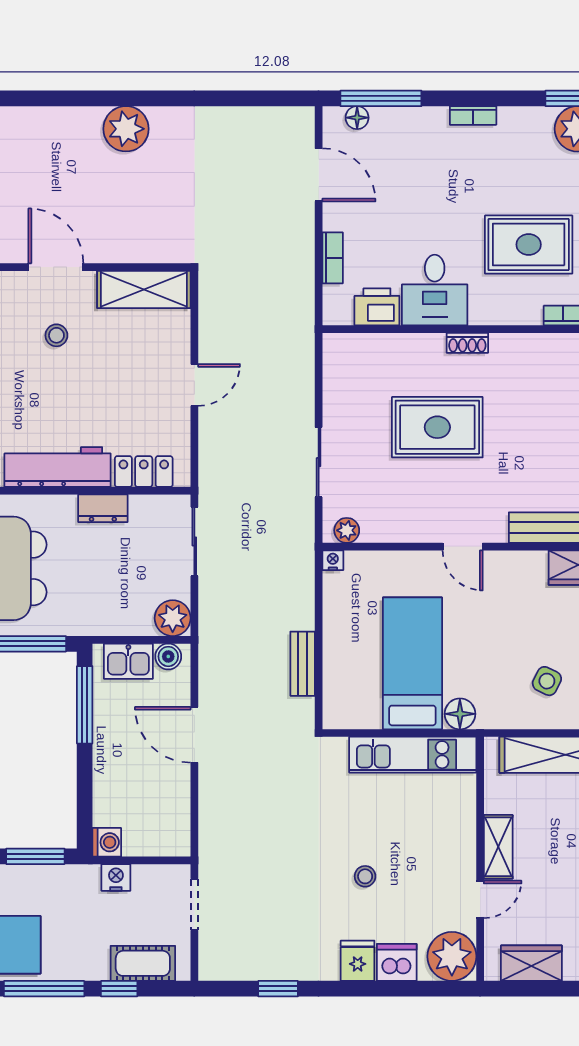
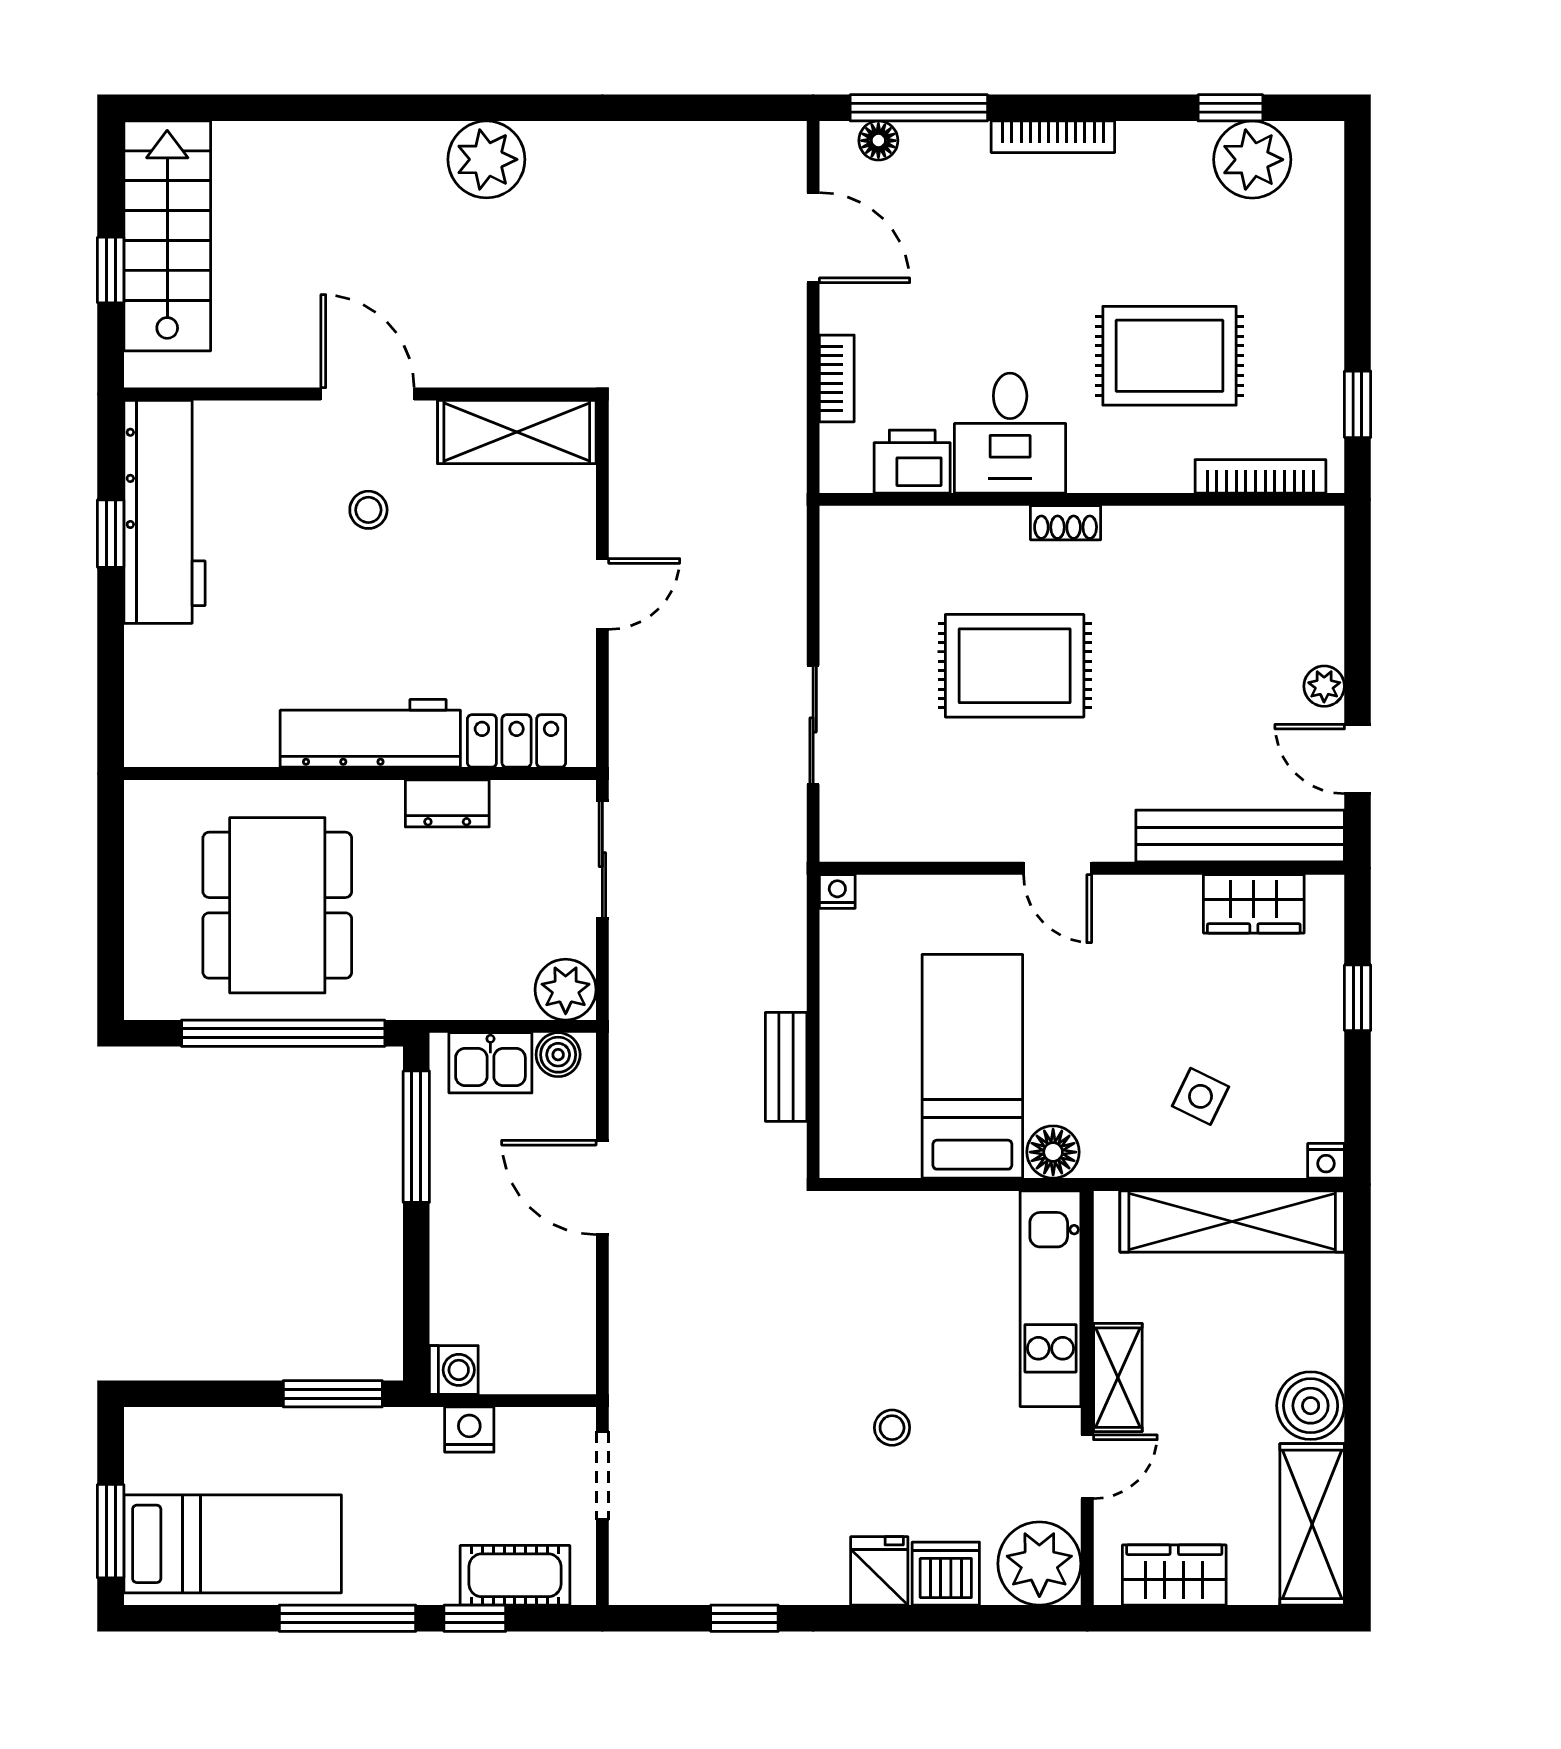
bookcase: (473, 115) -> (1053, 137), width x1.56
plant: (347, 530) -> (861, 841), removed
kitchen unit: (413, 755) -> (1050, 1299), moved, turned 90

